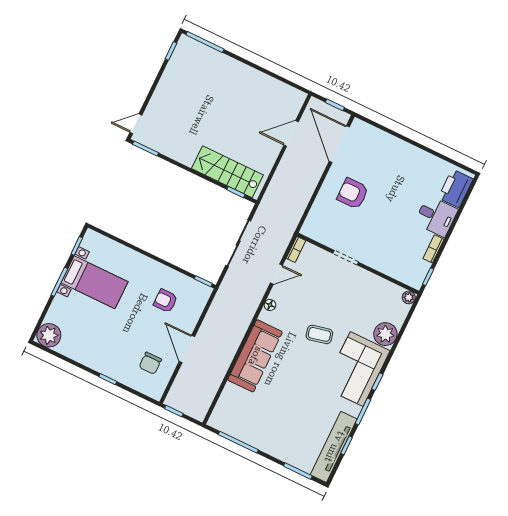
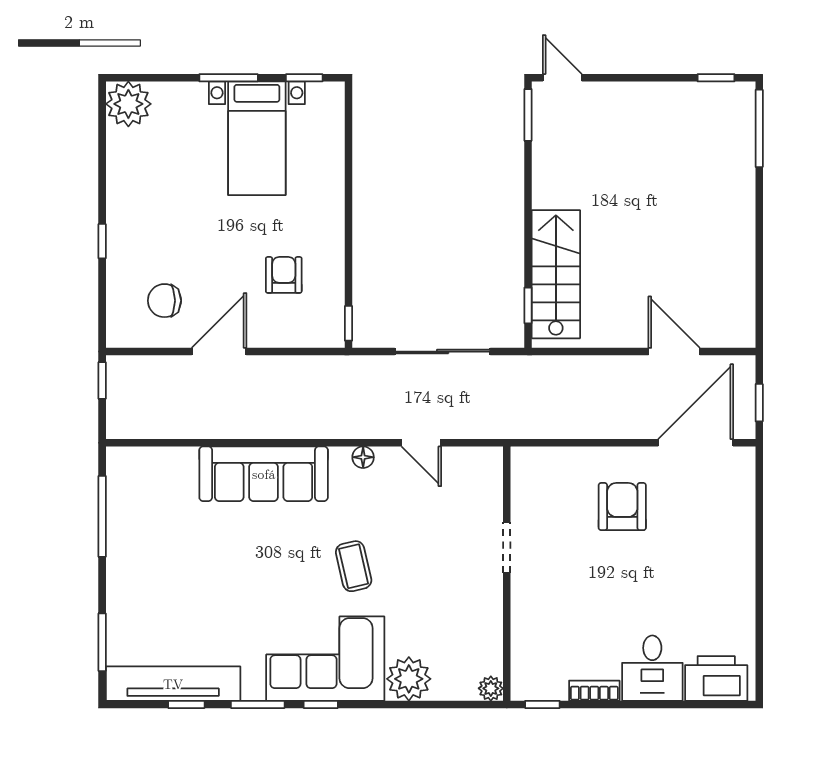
bookcase: (296, 249) -> (480, 456), removed

